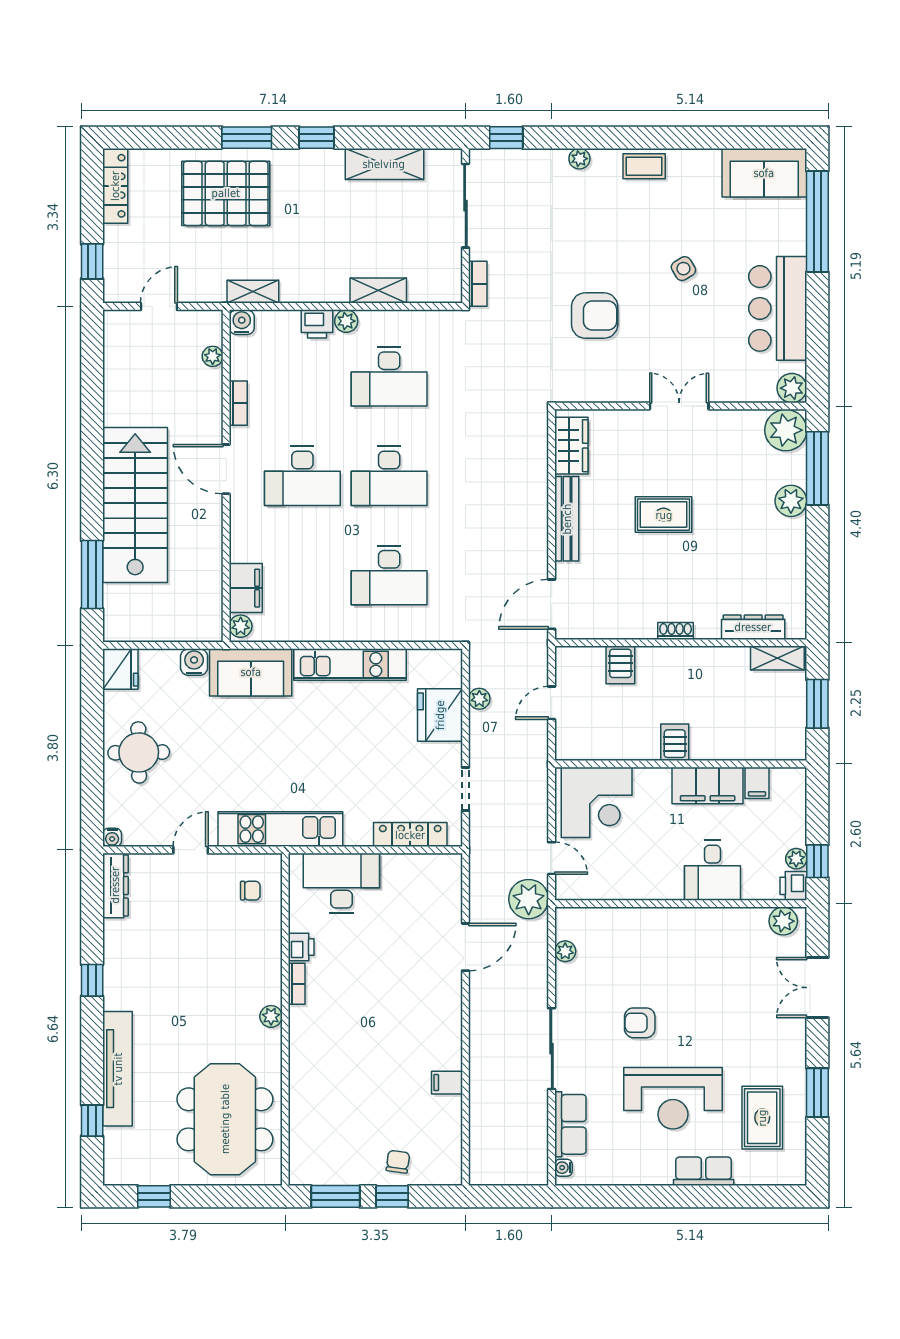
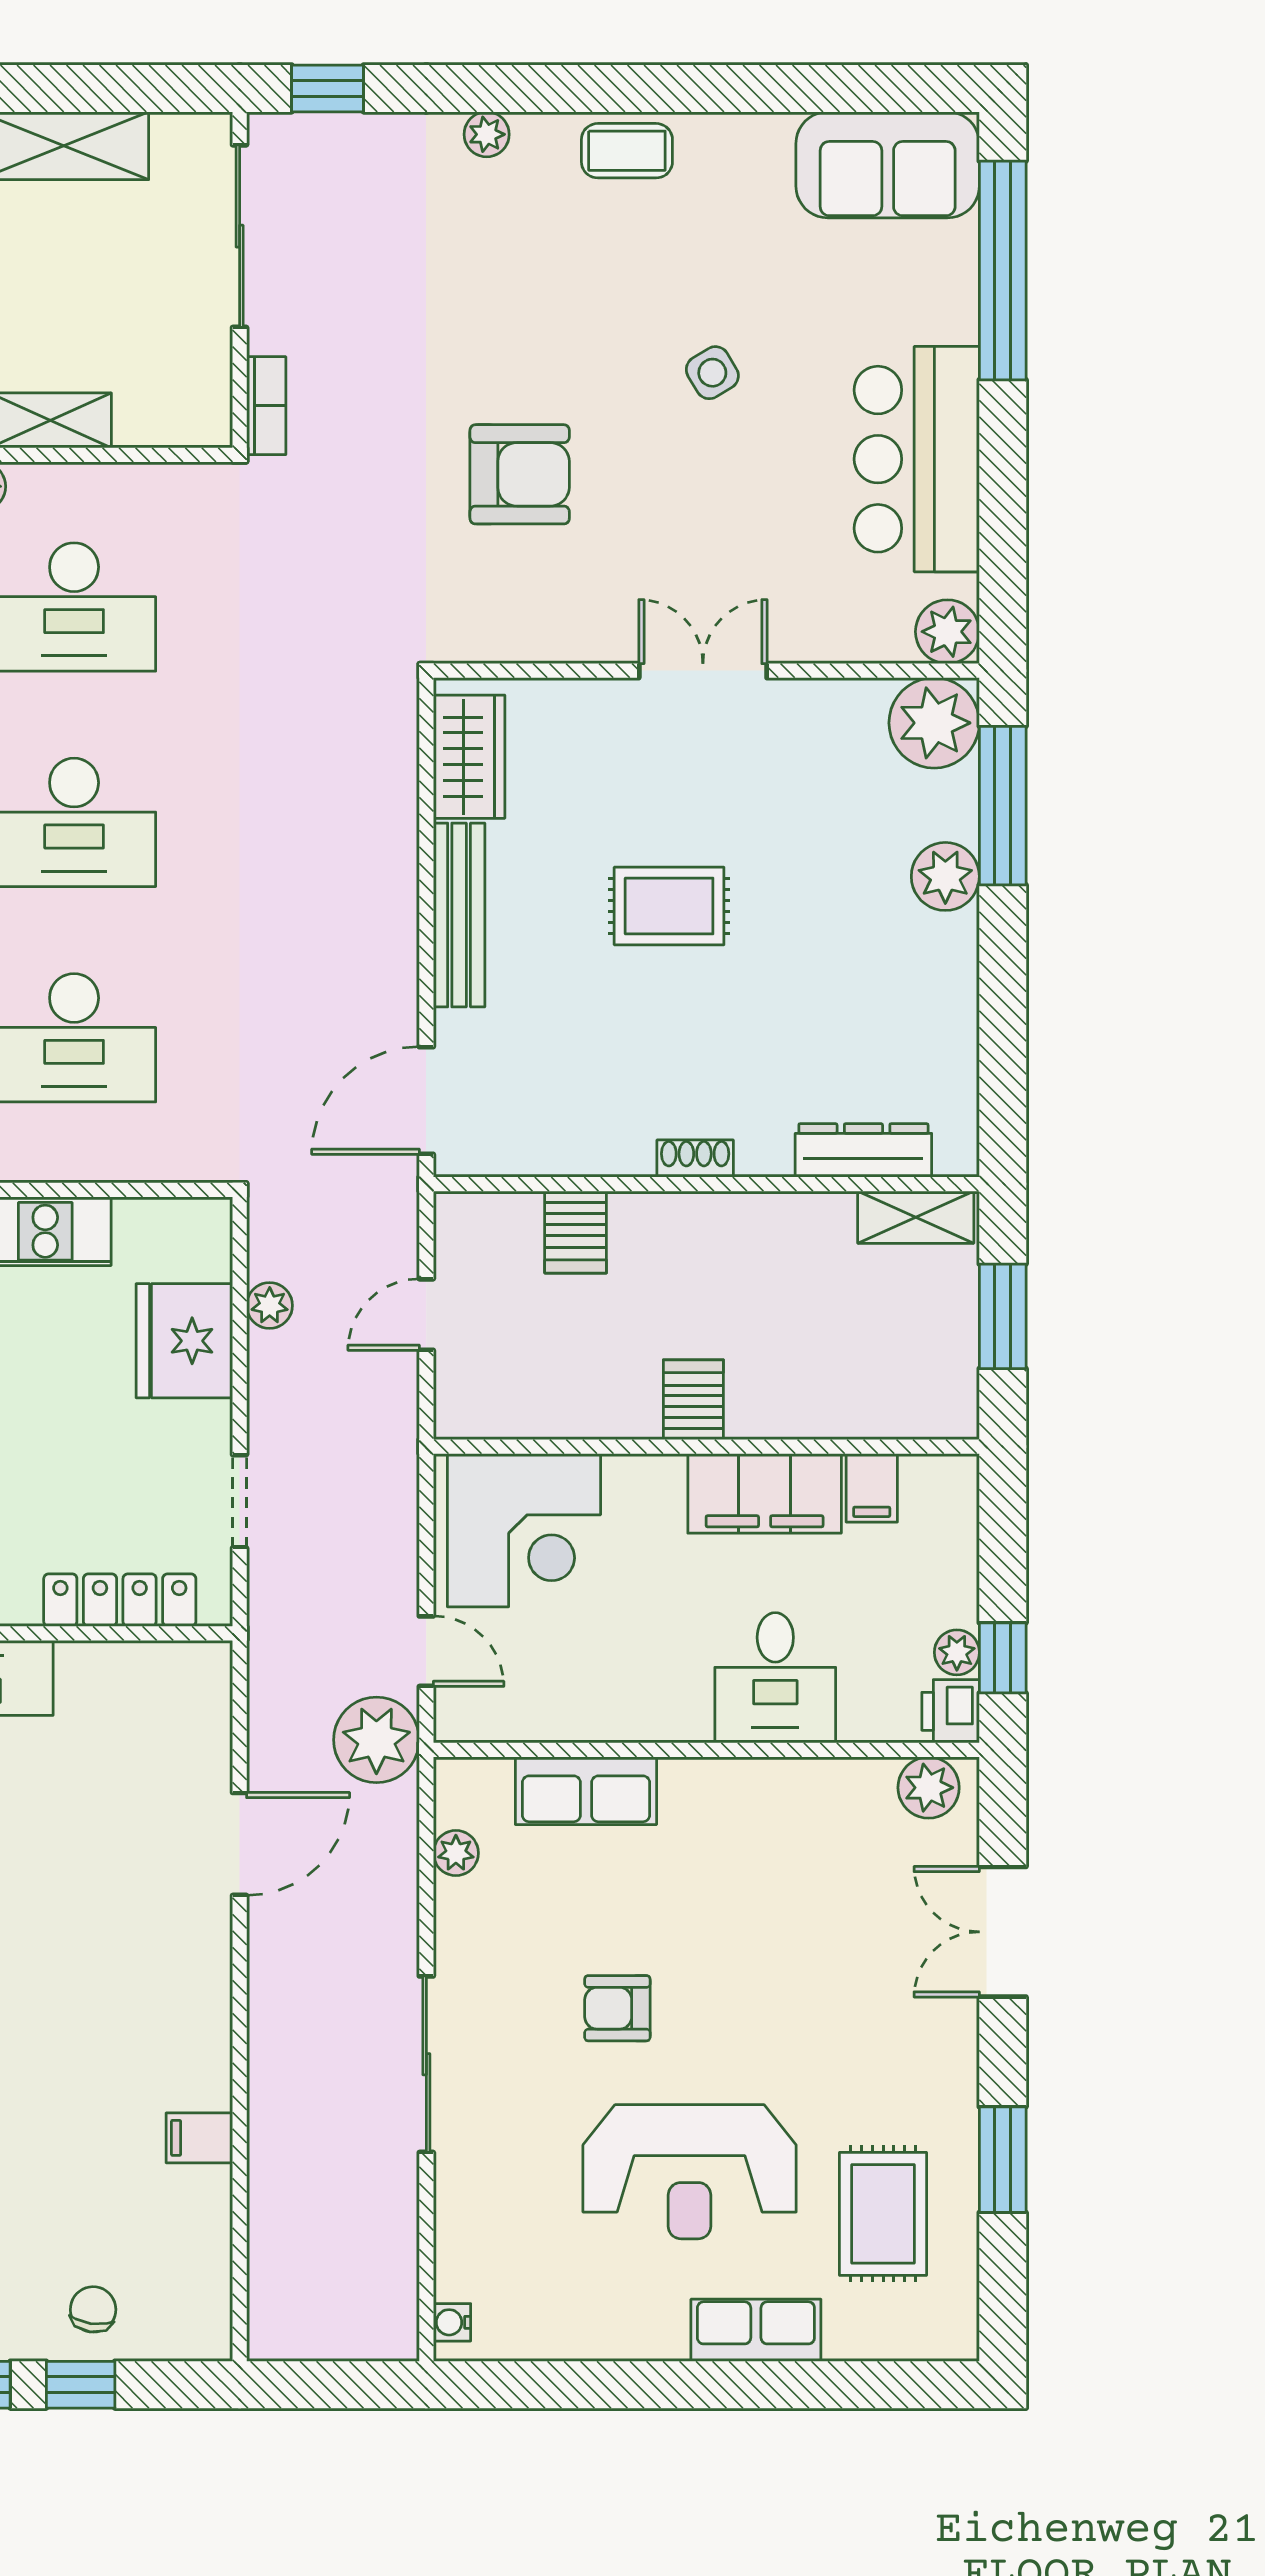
row of seats: (570, 1124) -> (586, 1791), moved, turned 90

